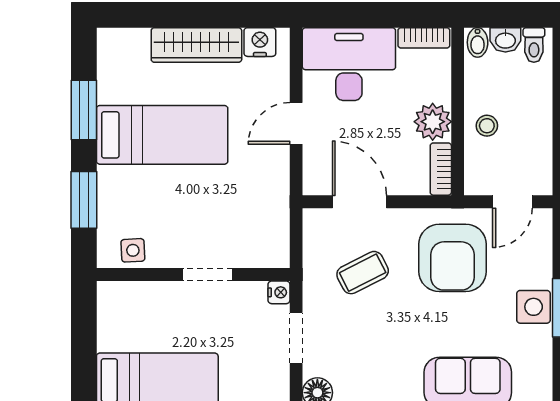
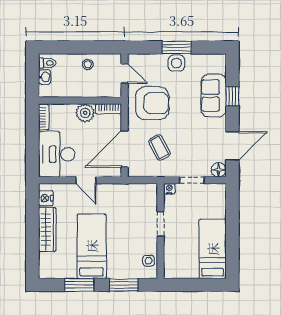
bidet: (478, 42) -> (46, 91), removed
stool: (487, 126) -> (88, 64), moved
door: (359, 202) -> (125, 149), width x1.36

